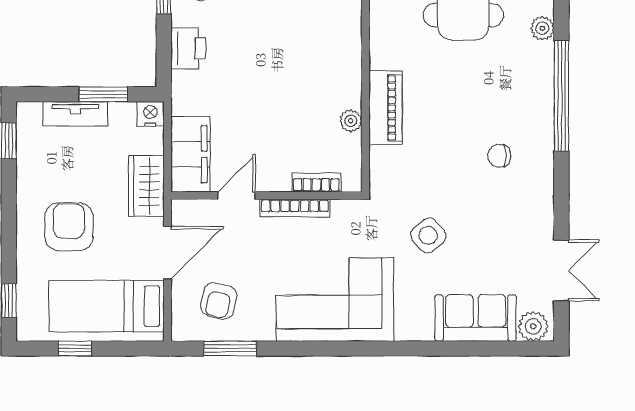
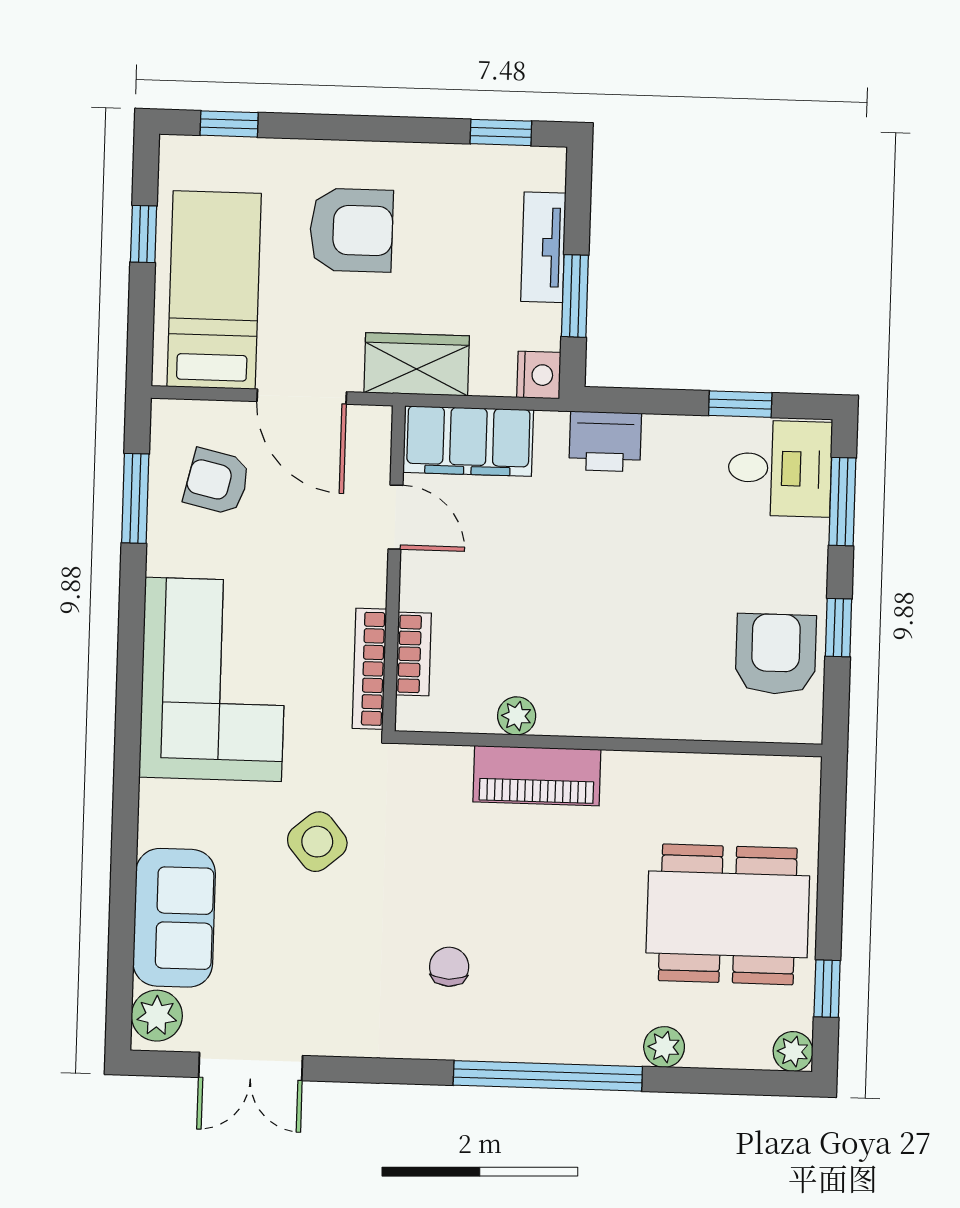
printer: (188, 49) -> (605, 441), moved
bookcase: (295, 208) -> (369, 669), moved

